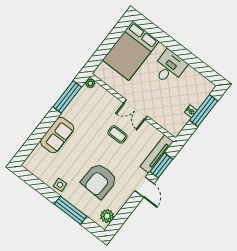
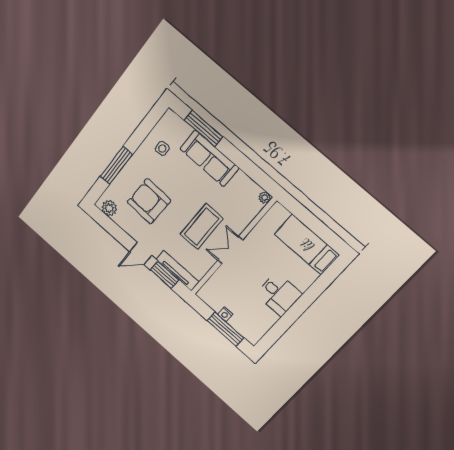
bed: (131, 51) -> (307, 245), width x0.67
window: (67, 97) -> (203, 128), moved
coffee table: (117, 134) -> (202, 226), width x1.86, depth x1.72
sofa: (57, 135) -> (209, 158), width x1.36
side table: (60, 185) -> (162, 148), moved

